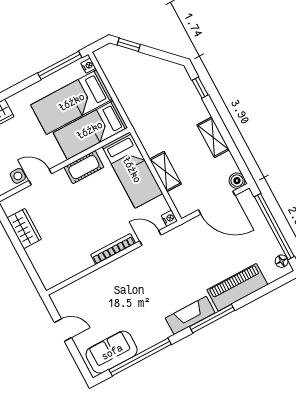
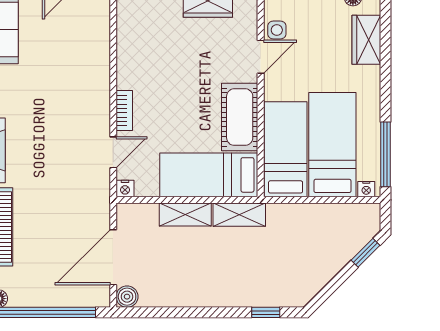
shelving: (213, 137) -> (239, 215), moved
cot: (84, 167) -> (240, 117), width x1.37, depth x1.34
bookcase: (113, 249) -> (124, 111), width x0.64

